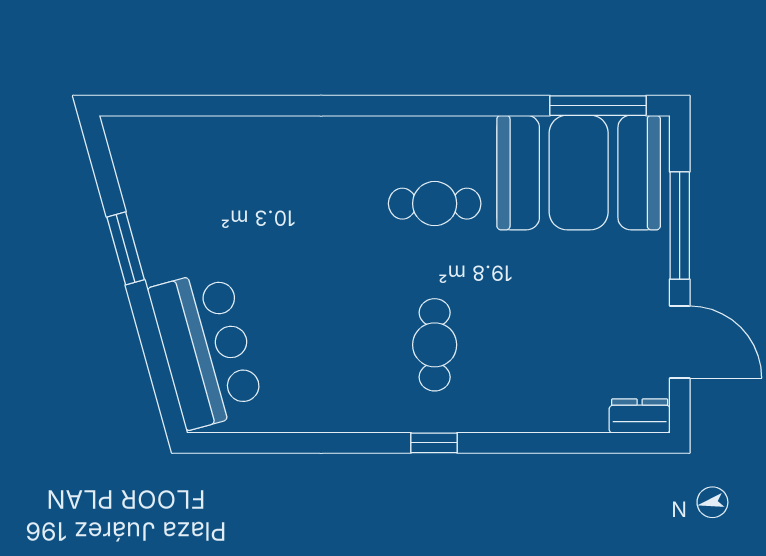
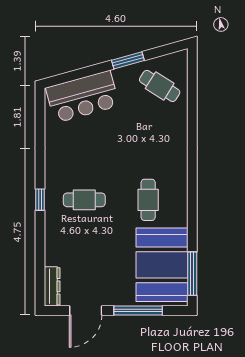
cafe table: (182, 178) -> (160, 86), added
dresser: (640, 416) -> (52, 286), width x1.44

